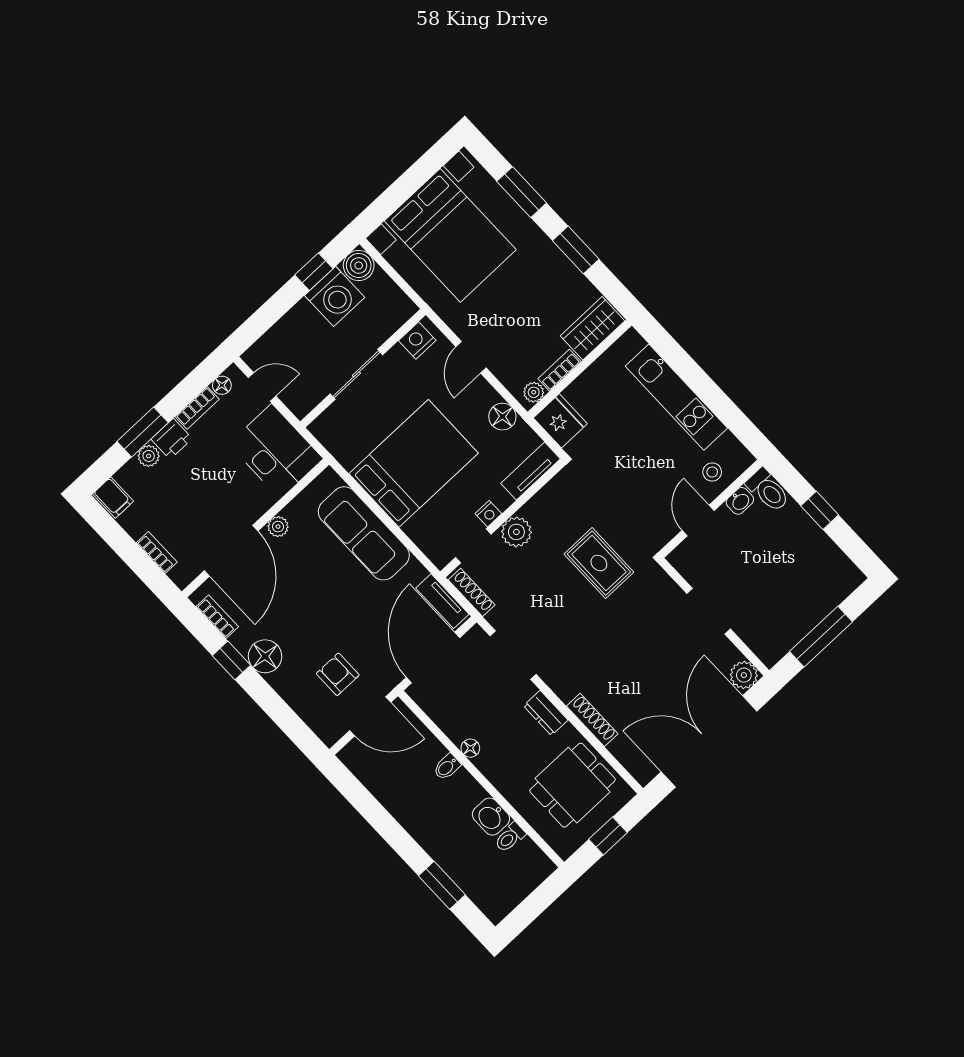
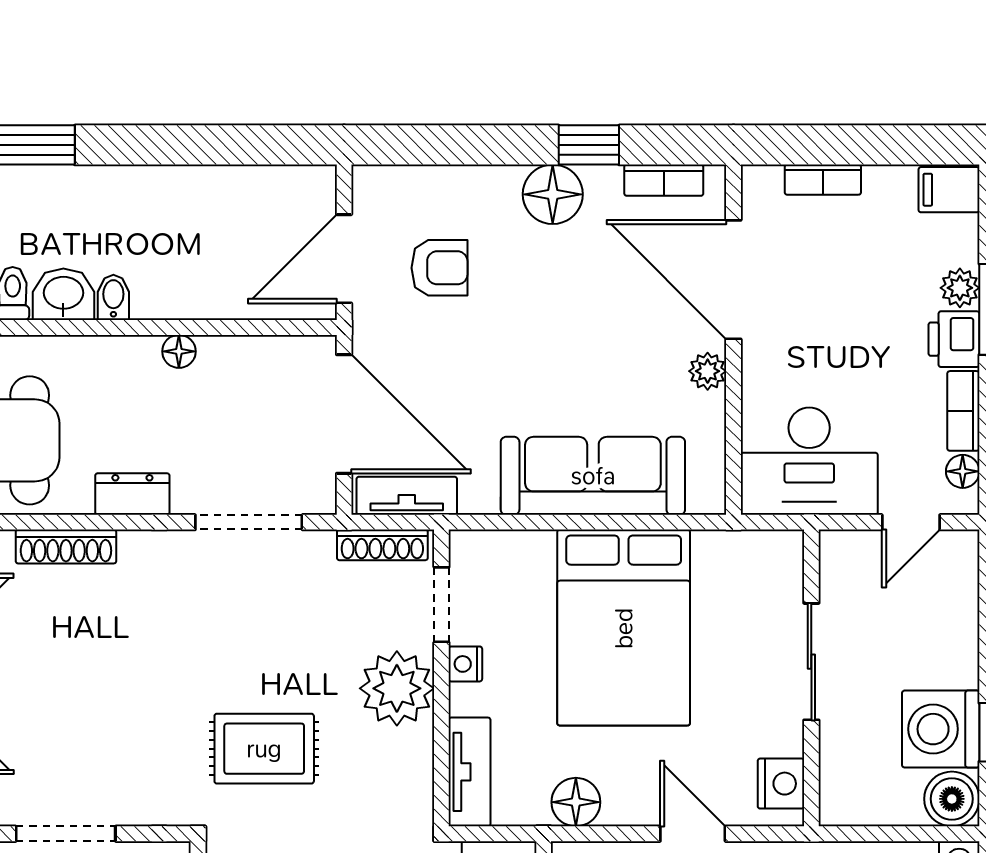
plant: (516, 532) -> (397, 688), width x1.36, depth x1.36
bidet: (447, 767) -> (113, 297), moved

